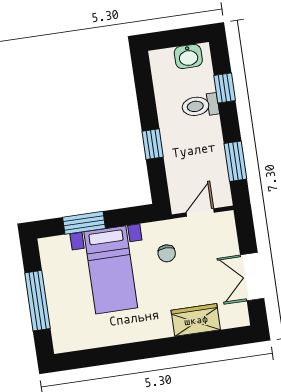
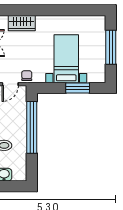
window: (153, 144) -> (32, 127), width x3.17
chair: (167, 253) -> (27, 76), moved

